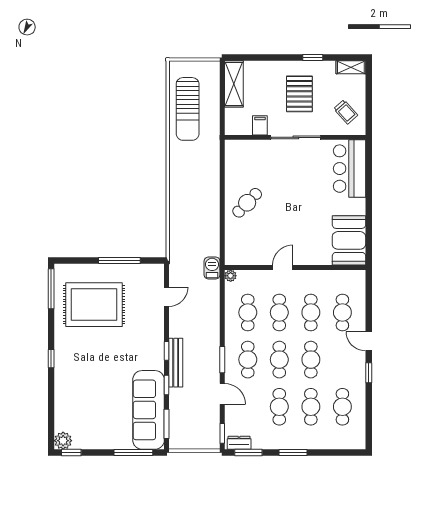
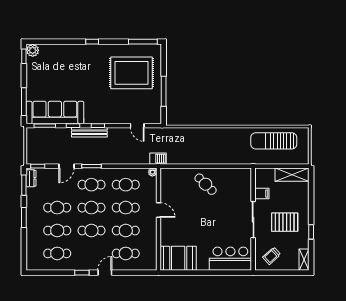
rug: (94, 305) -> (131, 73), turned 90

